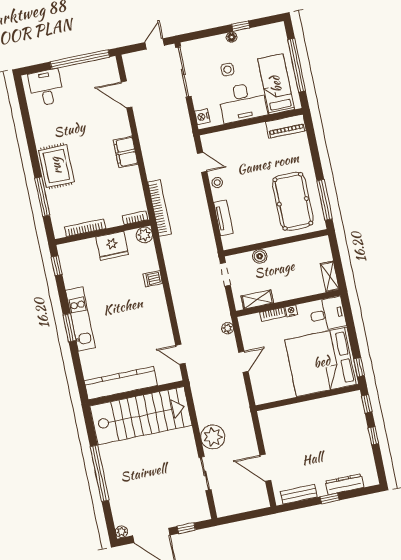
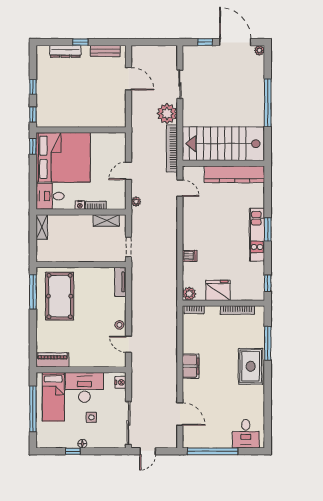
bookcase: (160, 208) -> (172, 148), moved
tv unit: (223, 218) -> (120, 282), moved
boiler: (260, 256) -> (97, 256), removed

